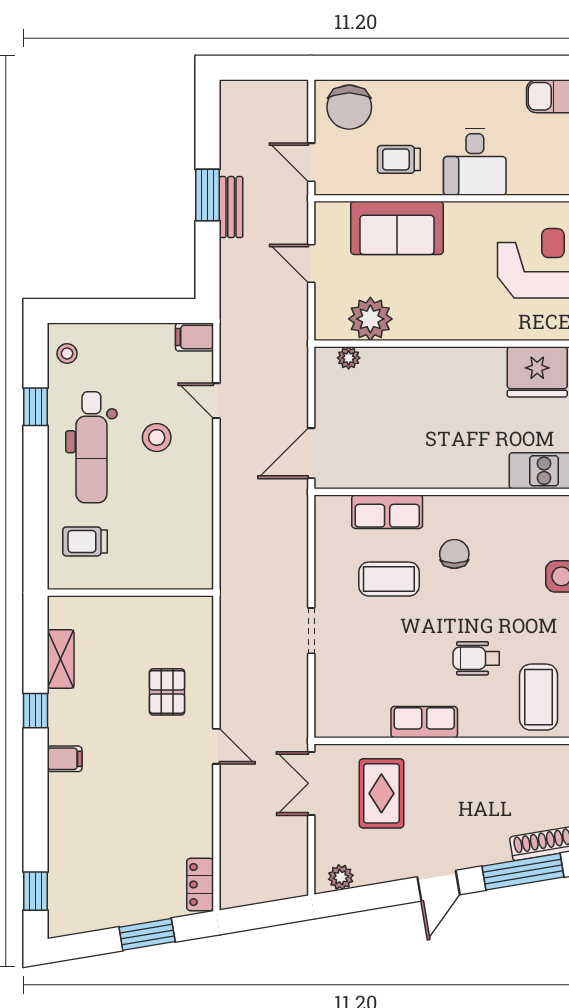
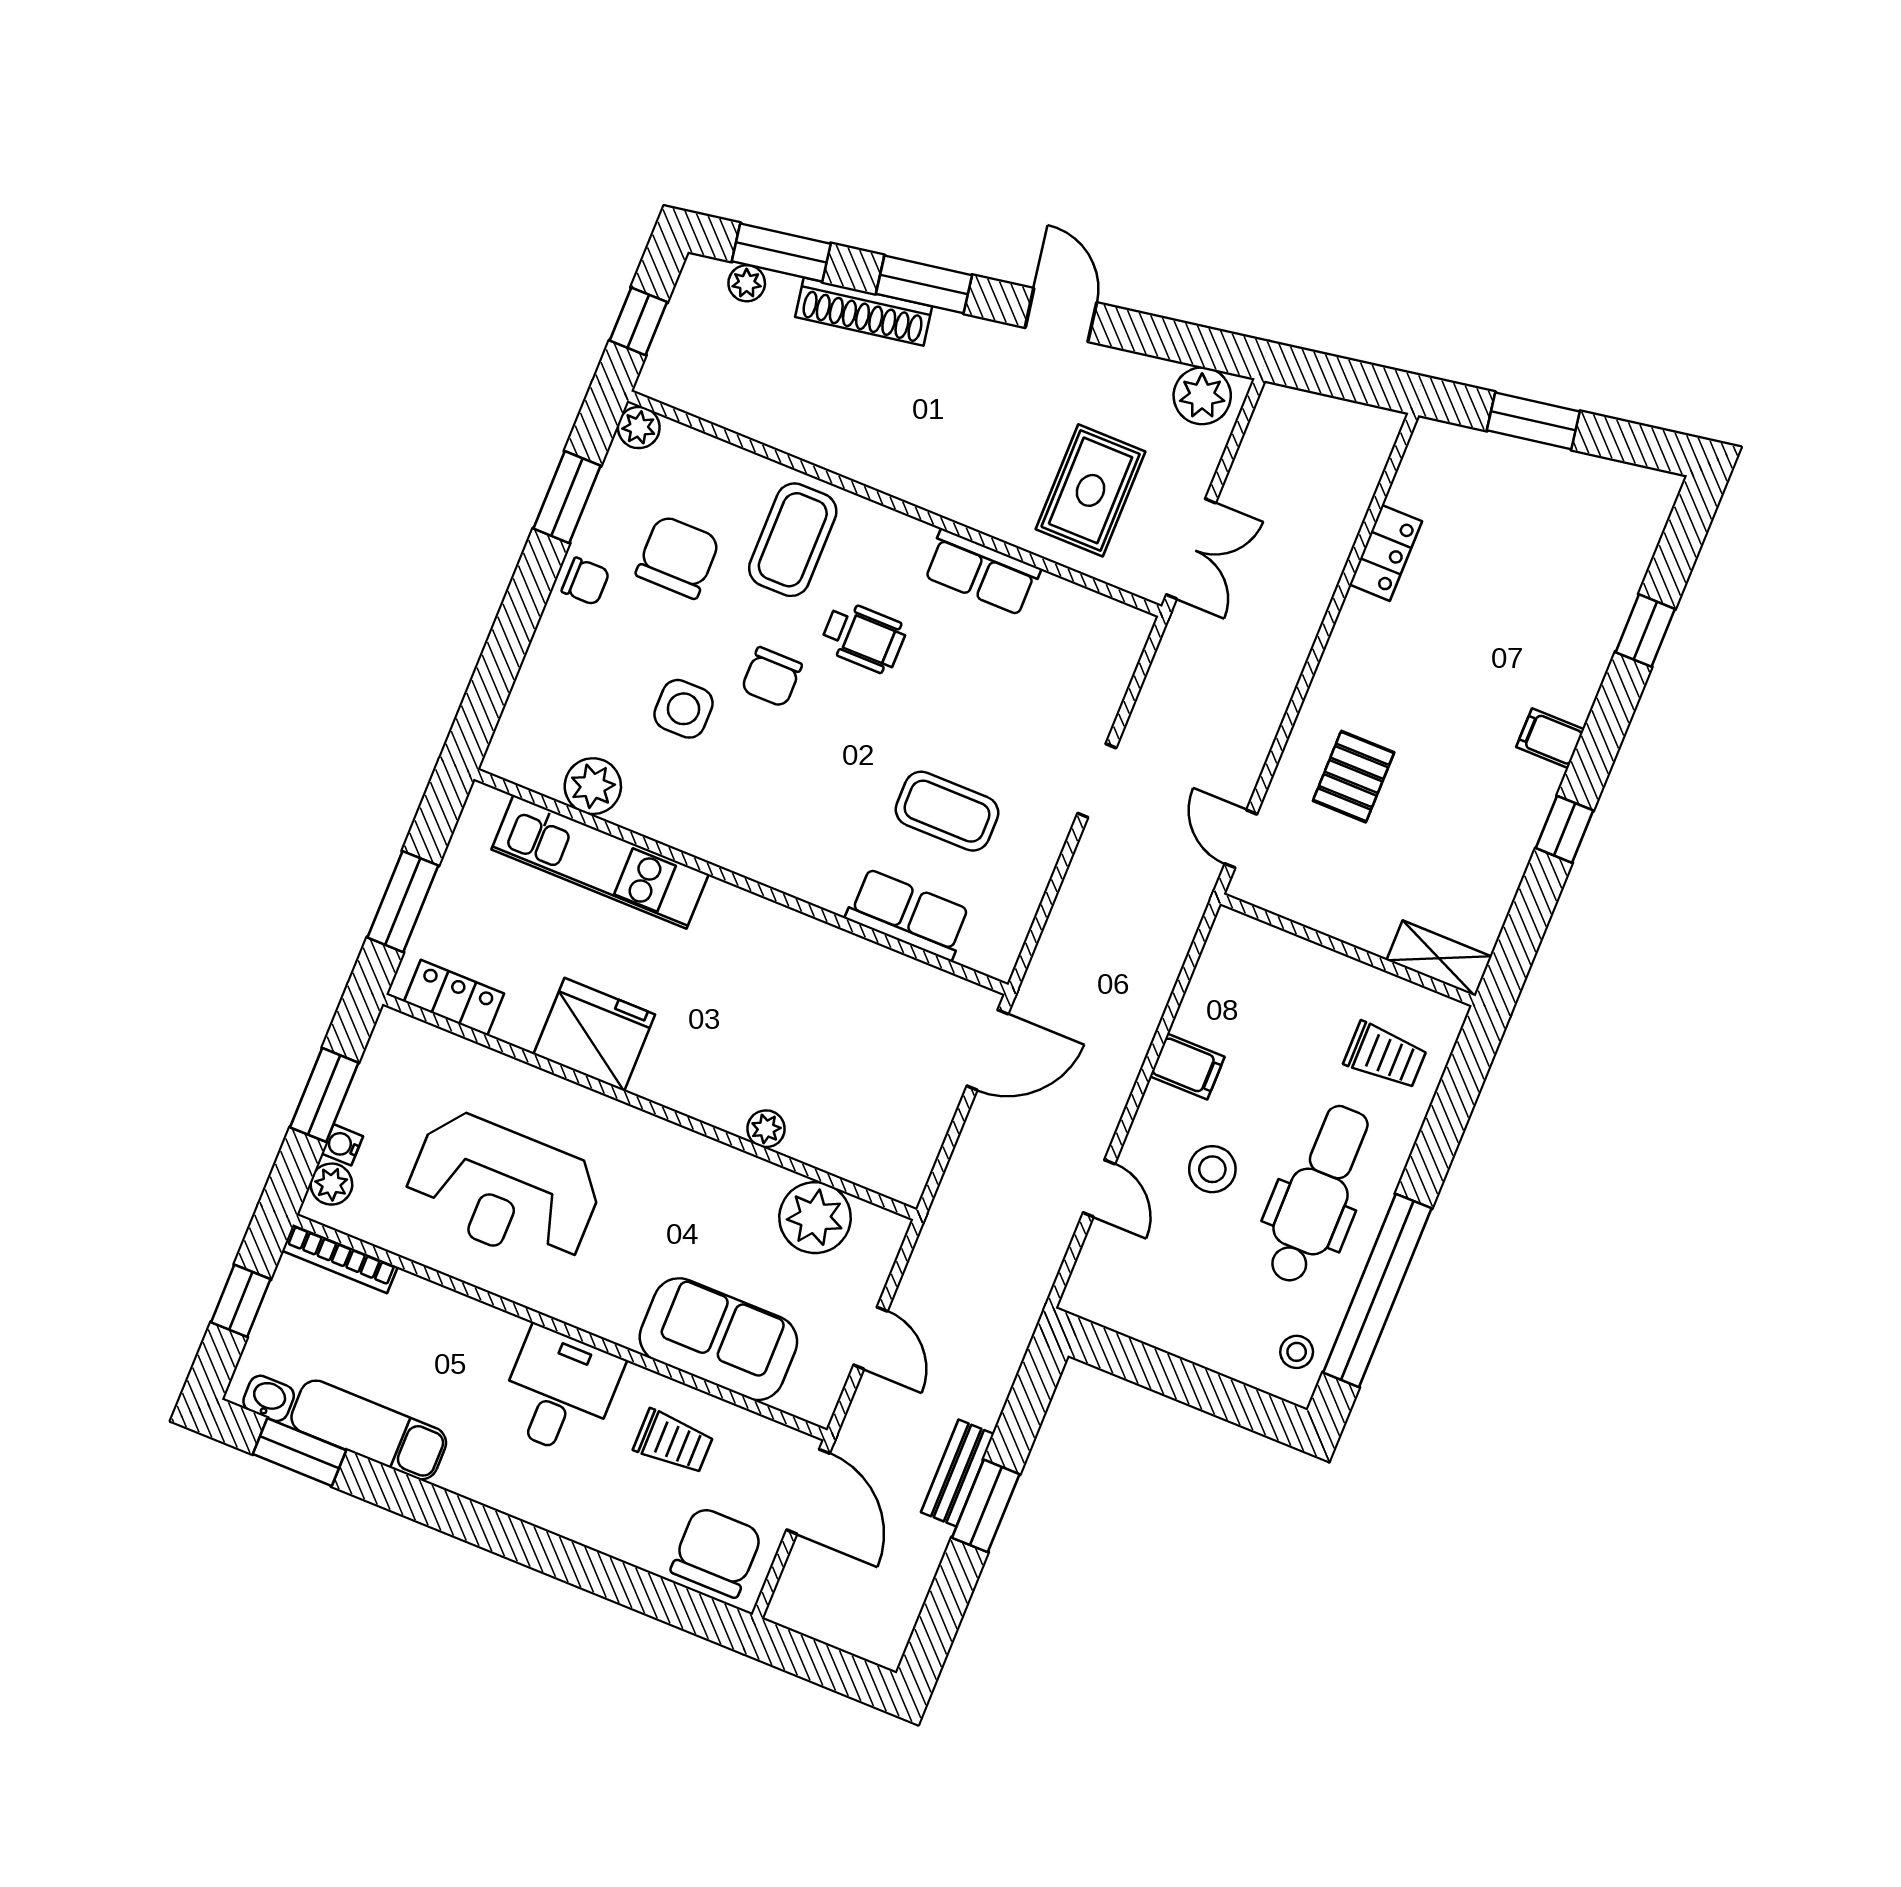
door: (311, 162) -> (808, 1492), width x1.38
filing cabinet: (195, 337) -> (1187, 1067), moved
plant: (349, 358) -> (766, 1129), moved
window: (36, 407) -> (1377, 1290), width x3.17
chair: (454, 554) -> (772, 677), moved
shelving: (61, 659) -> (1439, 958), moved, turned 90
door: (216, 746) -> (1241, 839), moved
window: (523, 872) -> (924, 284), width x0.69
plant: (341, 877) -> (1202, 396), width x1.38, depth x1.38
locker: (200, 885) -> (1386, 553), moved
door: (438, 886) -> (1061, 315), hinge flipped
window: (36, 891) -> (1645, 631), moved

